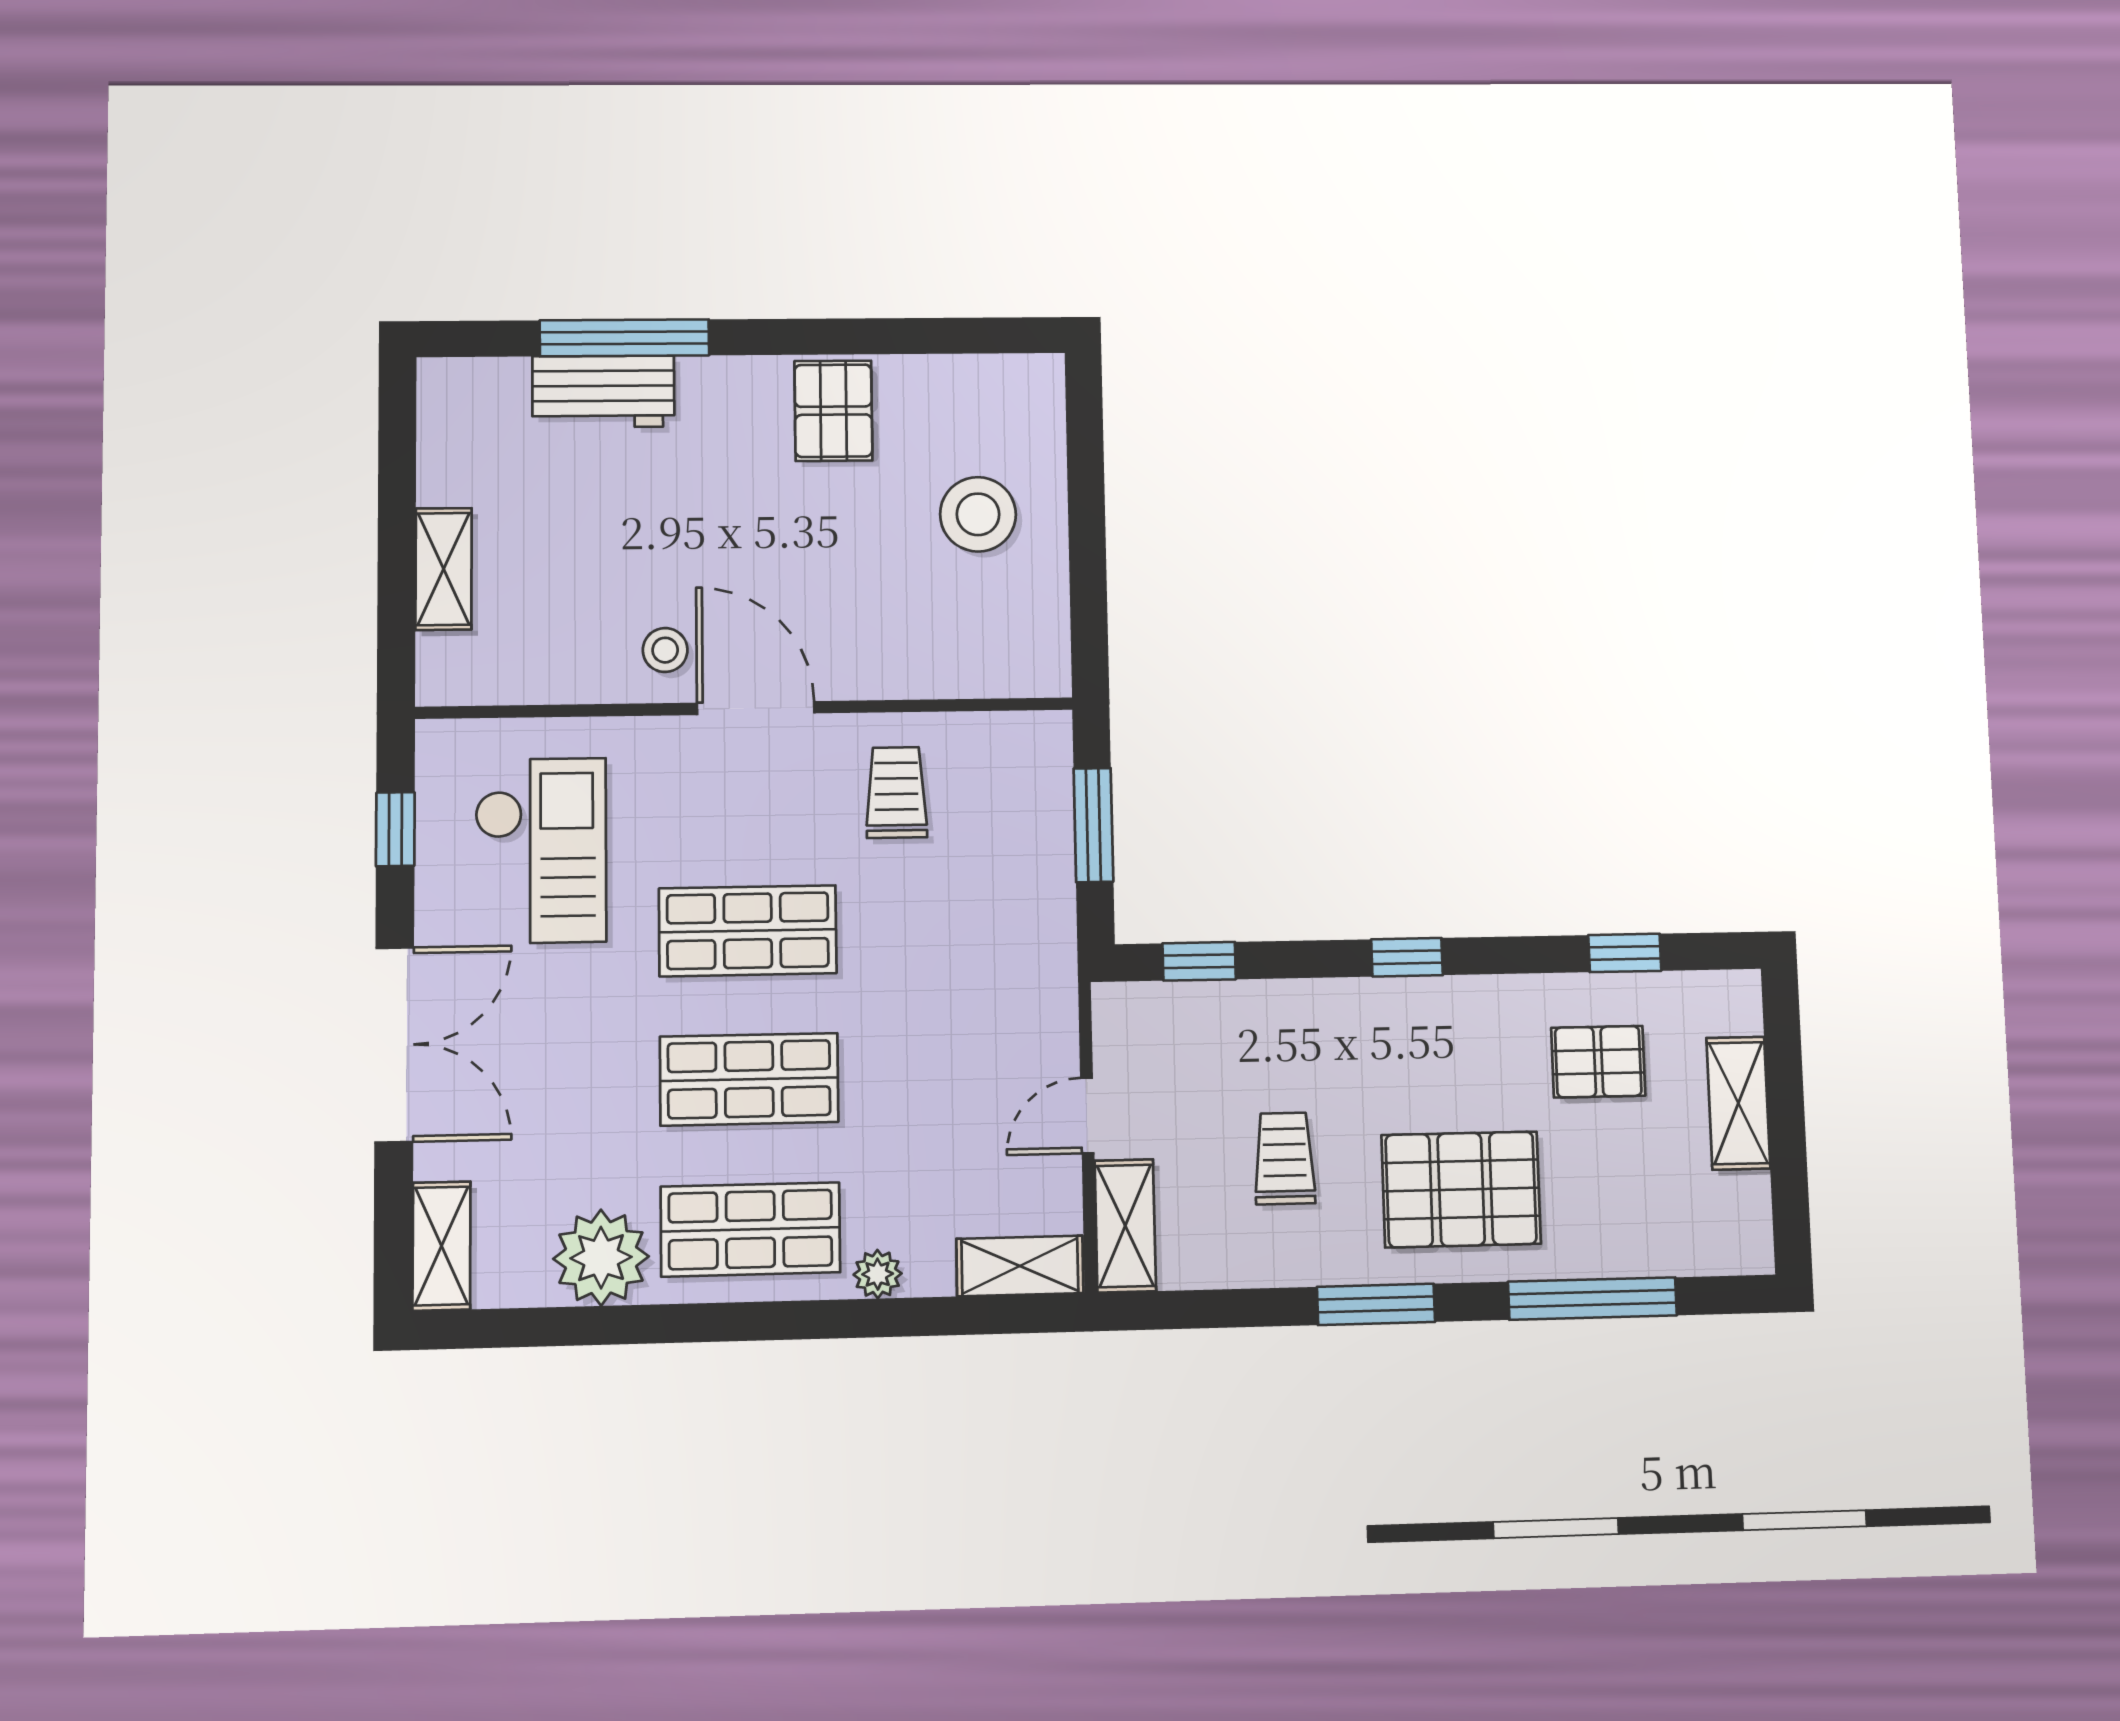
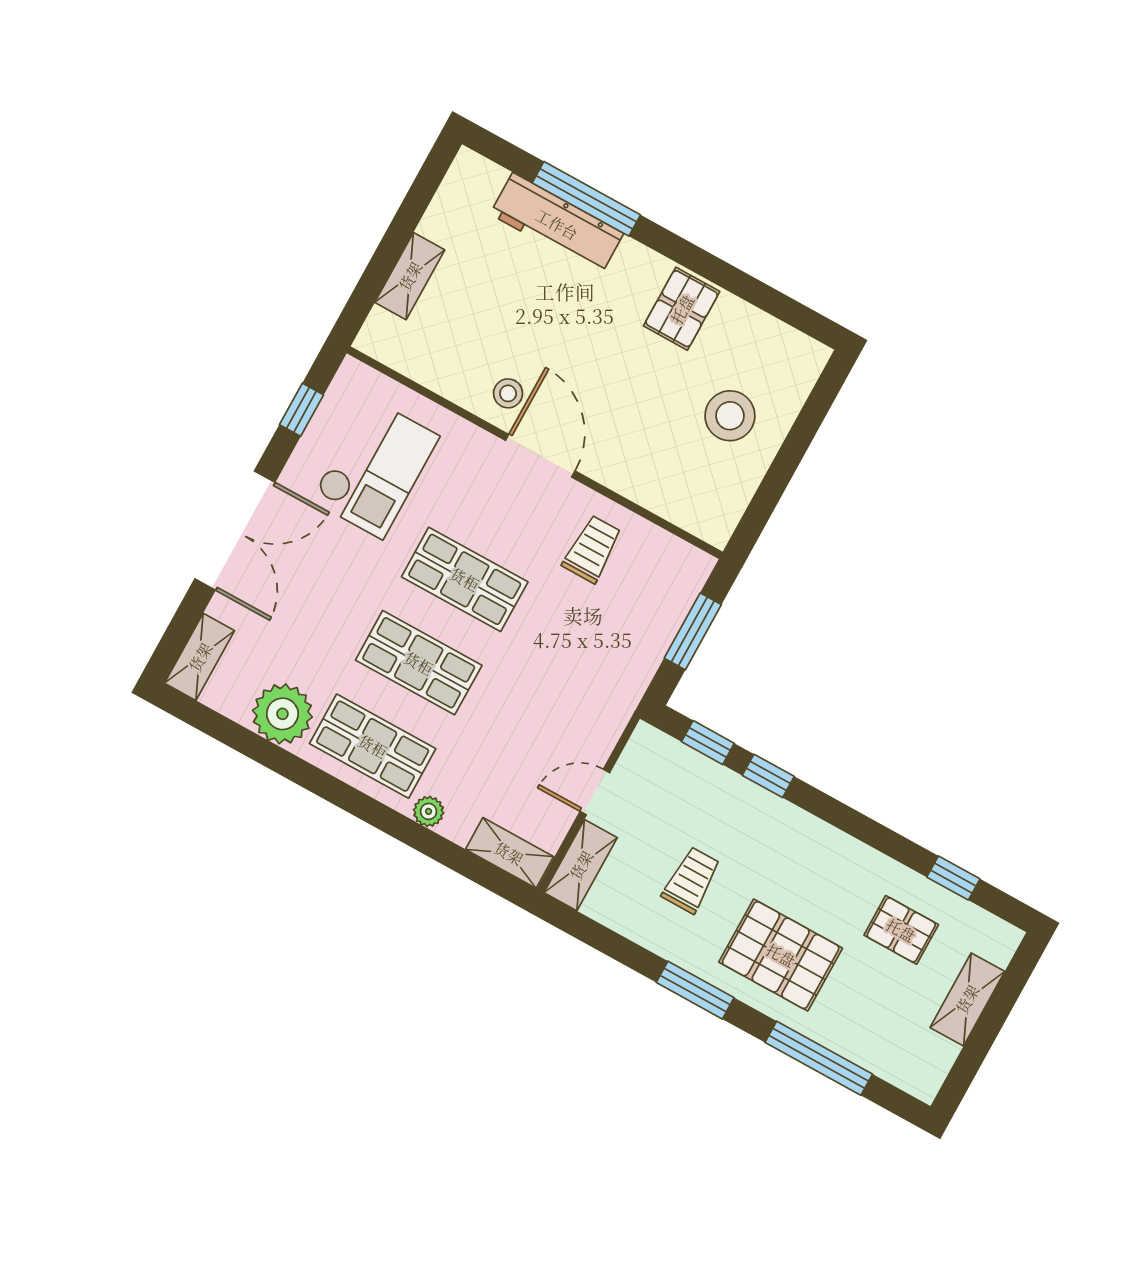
workbench: (603, 392) -> (557, 224), width x1.38
window: (1407, 957) -> (768, 776), moved

